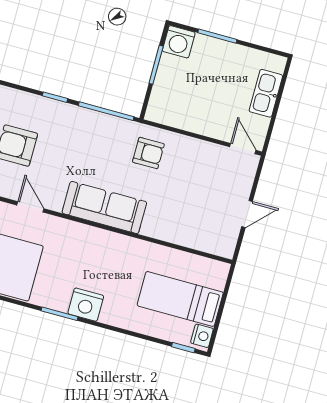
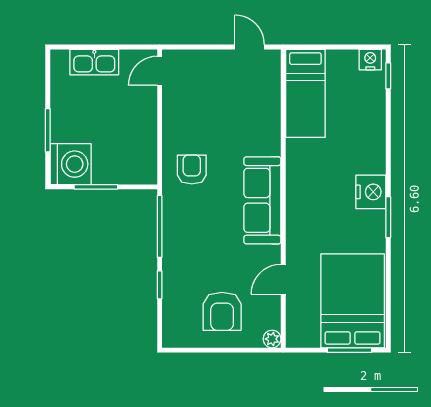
washing machine: (179, 42) -> (71, 164), width x1.37, depth x1.37
door: (247, 214) -> (249, 47), moved
bed: (180, 299) -> (305, 93), moved

